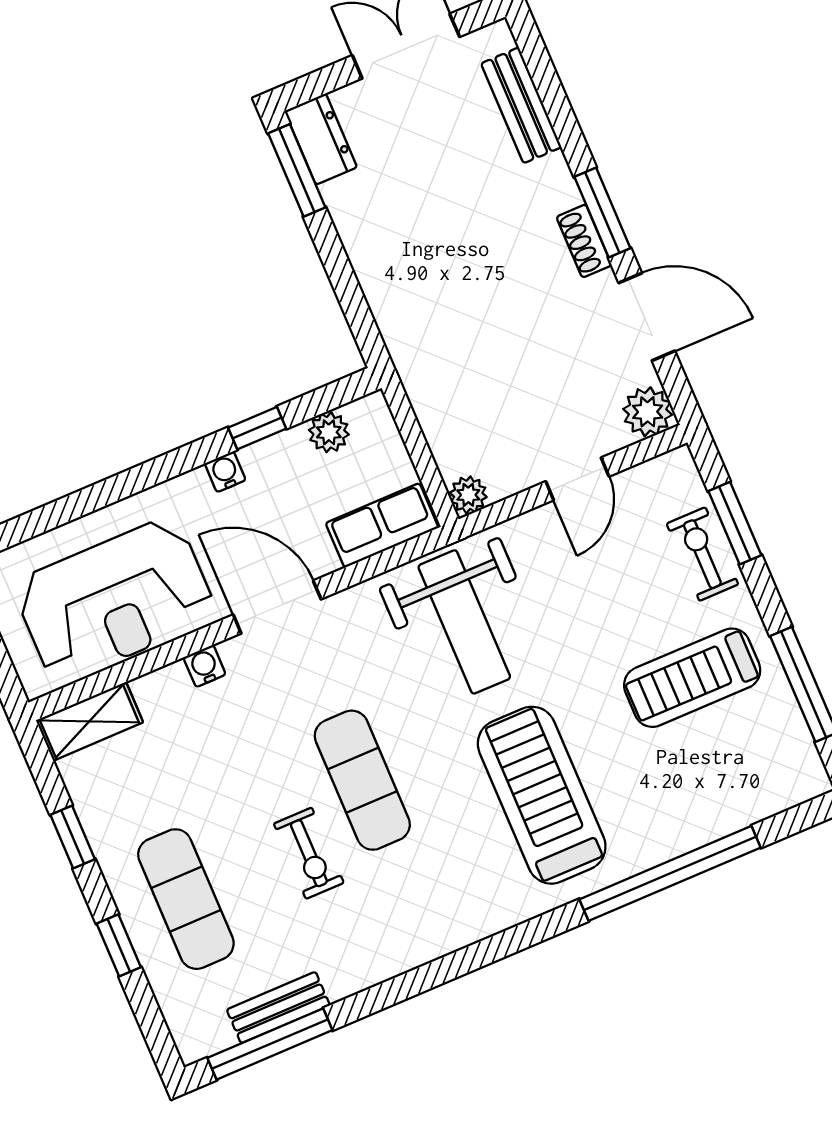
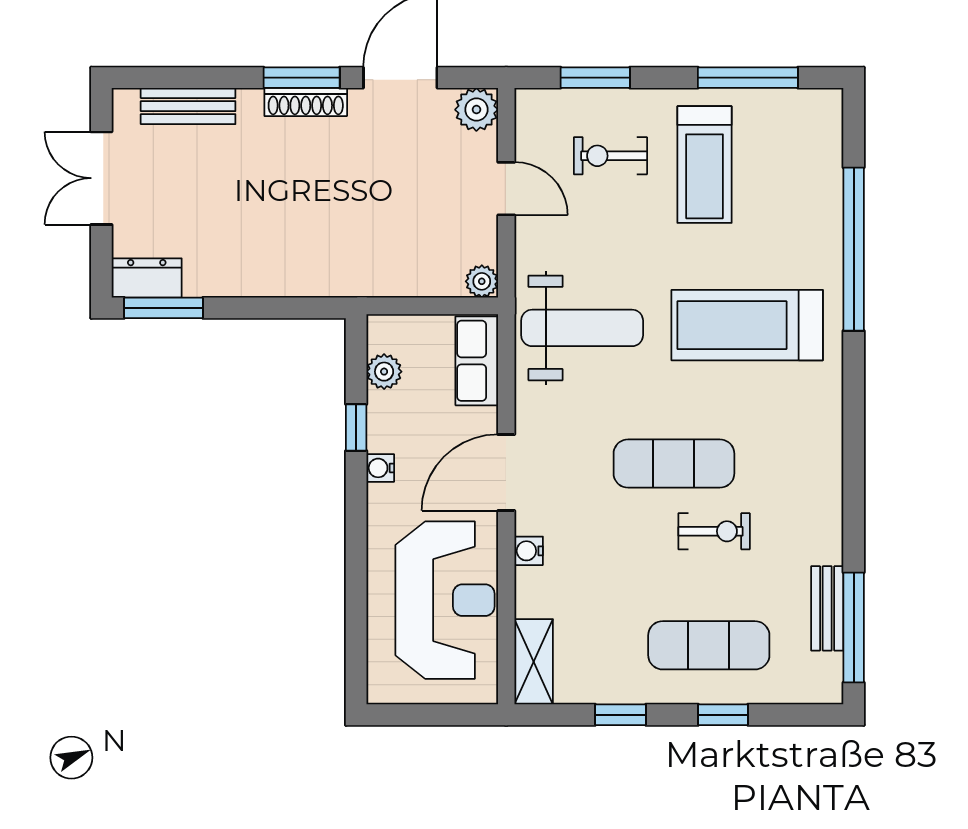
shoe rack: (584, 241) -> (306, 102), width x1.43
exercise bike: (702, 554) -> (610, 156), moved

